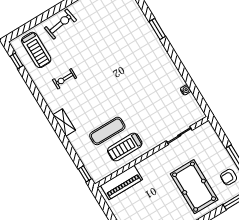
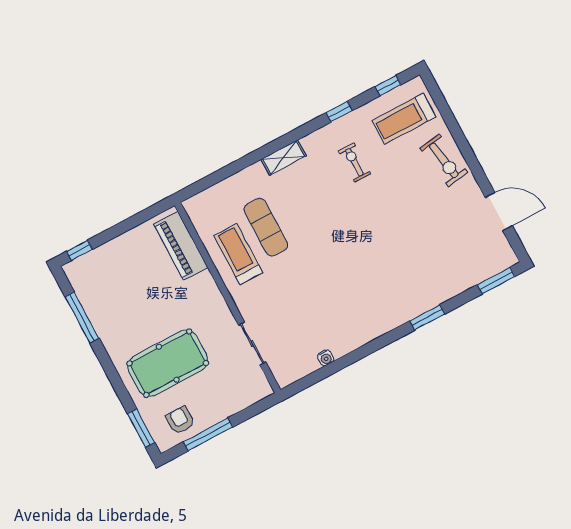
window: (85, 174) -> (339, 112), moved

